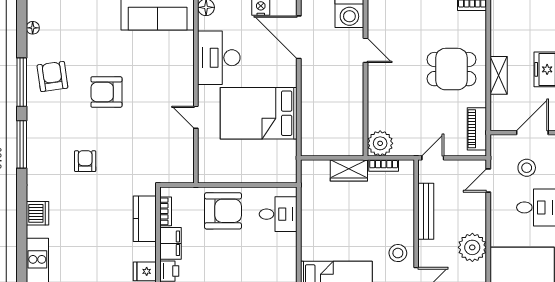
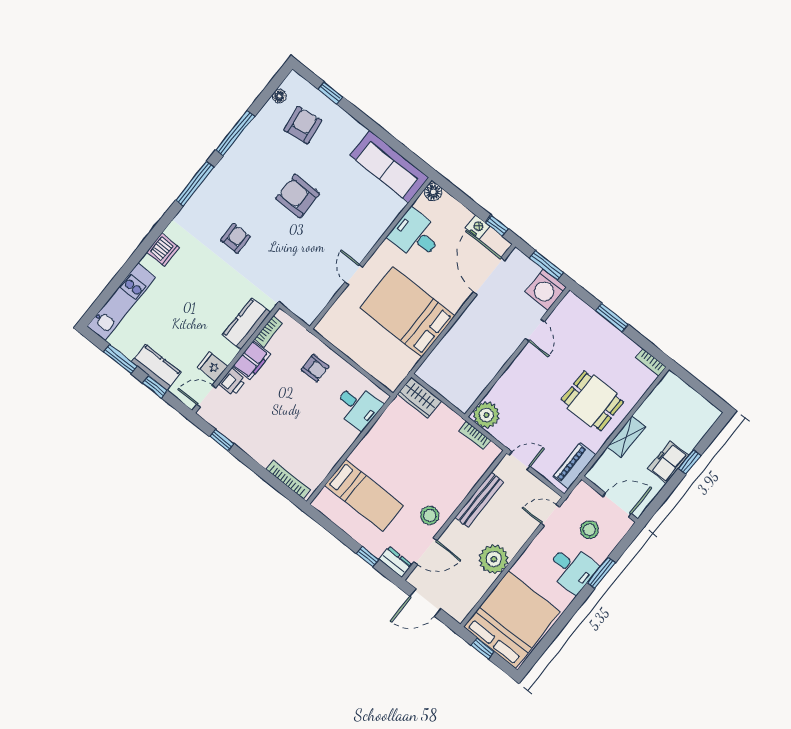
desk: (219, 58) -> (416, 235), width x0.73
armchair: (52, 76) -> (303, 125), moved
wardrobe: (349, 170) -> (419, 397), moved
armchair: (223, 211) -> (315, 368), width x0.53, depth x0.53

